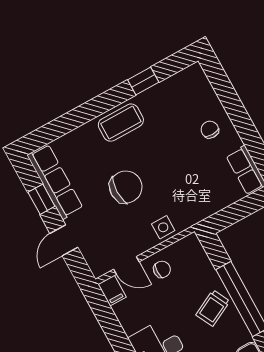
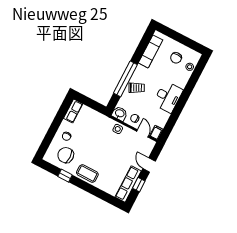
chair: (126, 187) -> (66, 155), moved
door: (64, 240) -> (149, 165), swing flipped
washbasin: (188, 248) -> (120, 114), added

